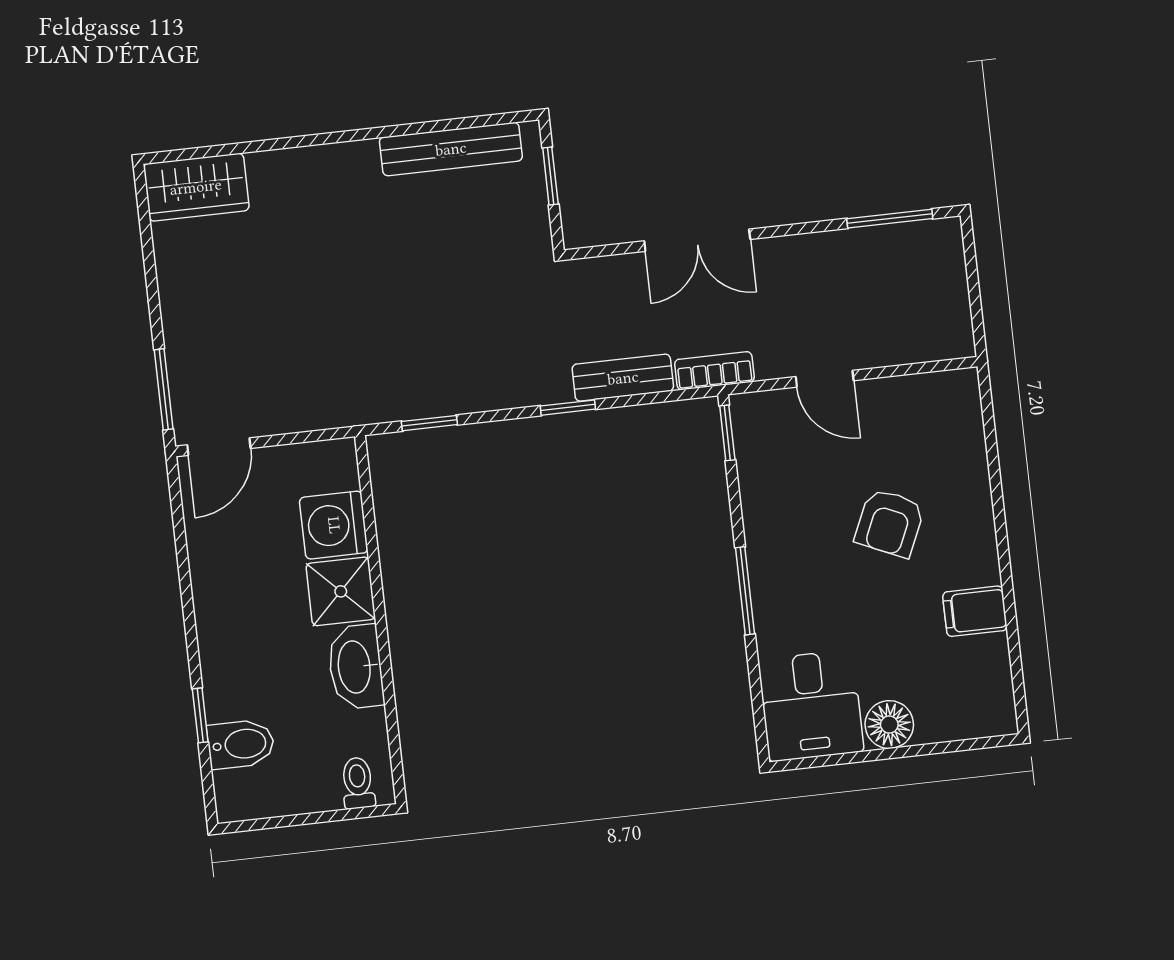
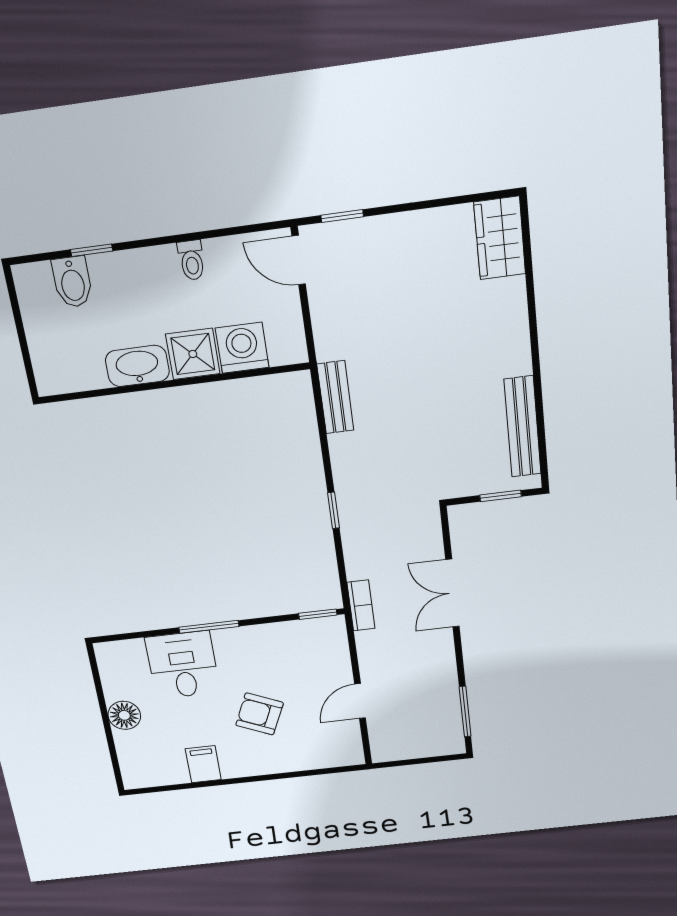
bench: (623, 378) -> (335, 397), moved
door: (825, 379) -> (360, 701), moved
window: (164, 389) -> (342, 216), width x0.67
window: (429, 423) -> (320, 415), removed
desk: (811, 706) -> (183, 665), moved, turned 90
toilet: (358, 783) -> (192, 260), moved, turned 90

